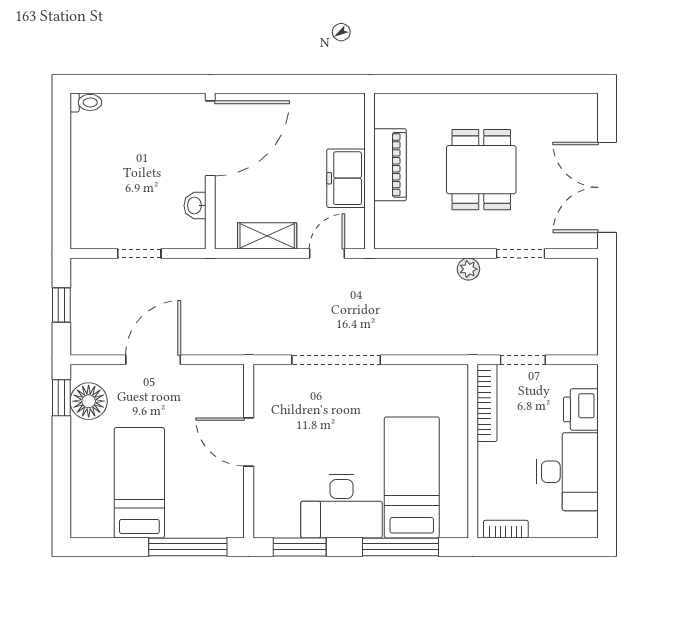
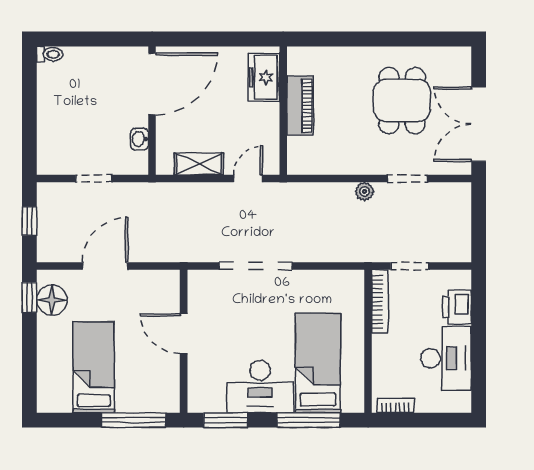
dining table: (481, 170) -> (402, 101), moved
freezer: (346, 178) -> (264, 77), moved

